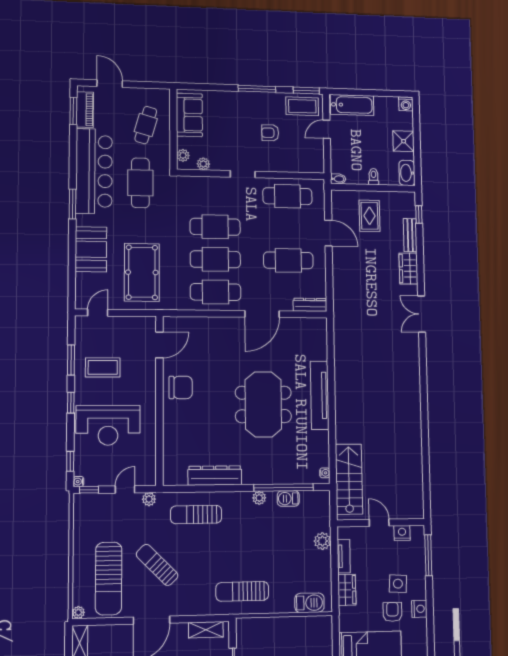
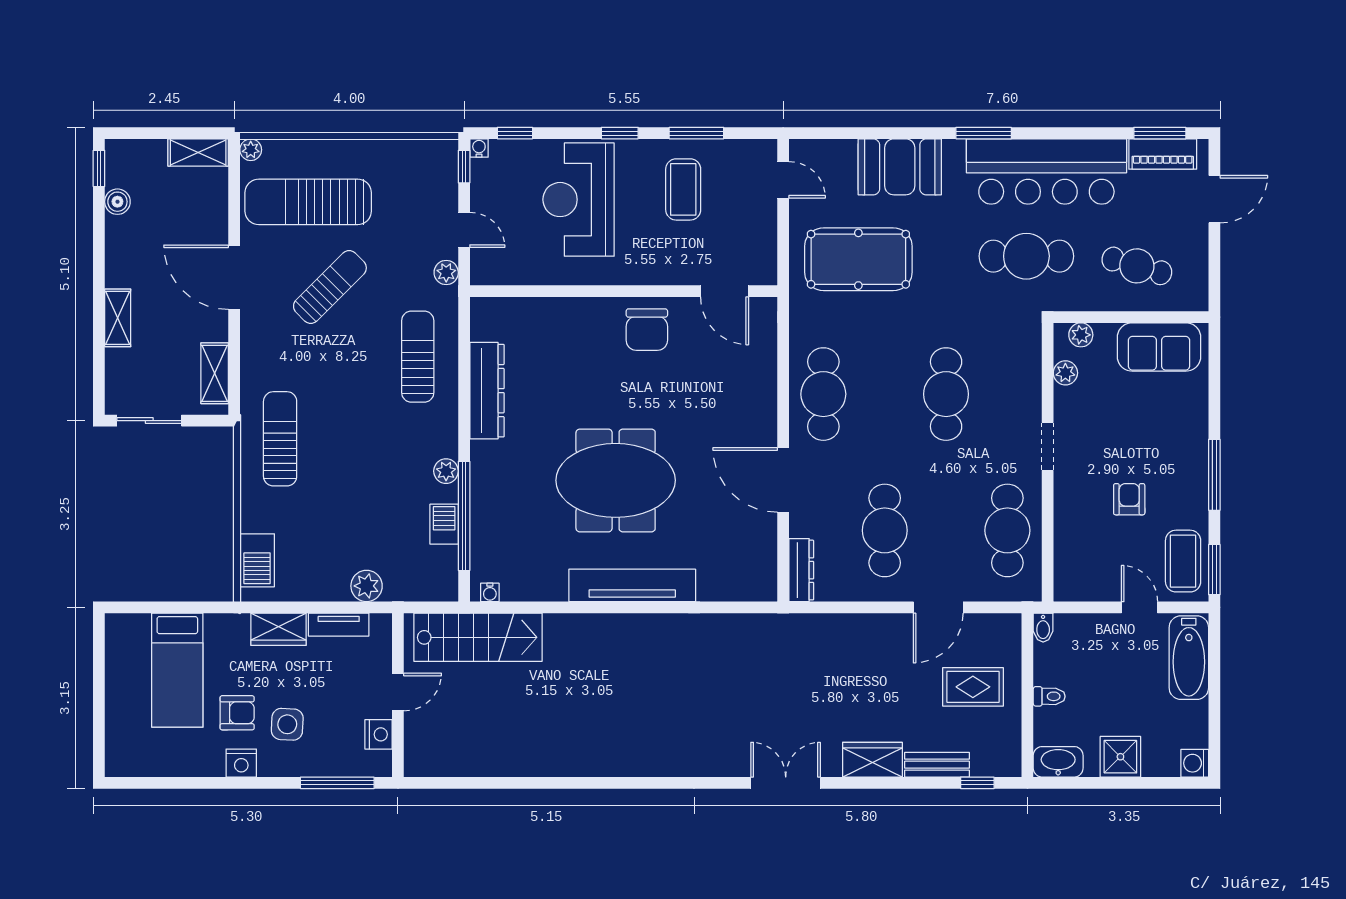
cafe table: (215, 259) -> (885, 394), removed

